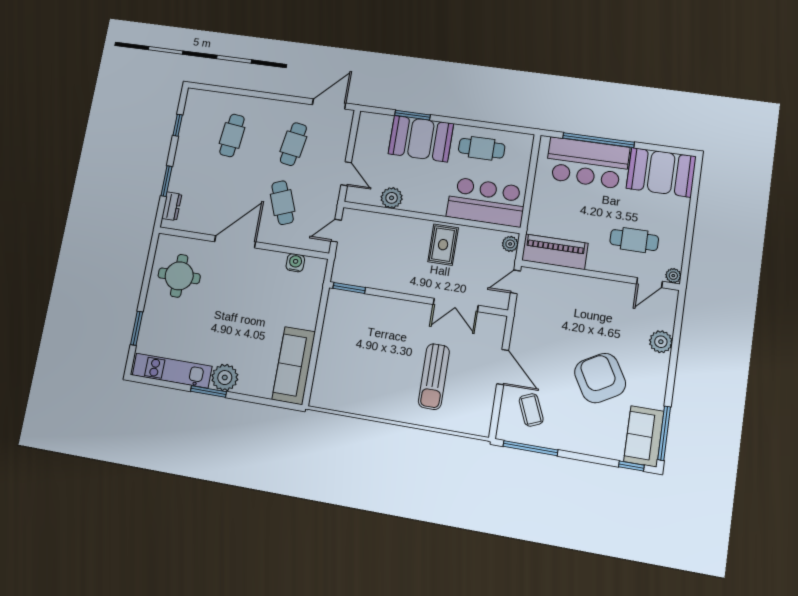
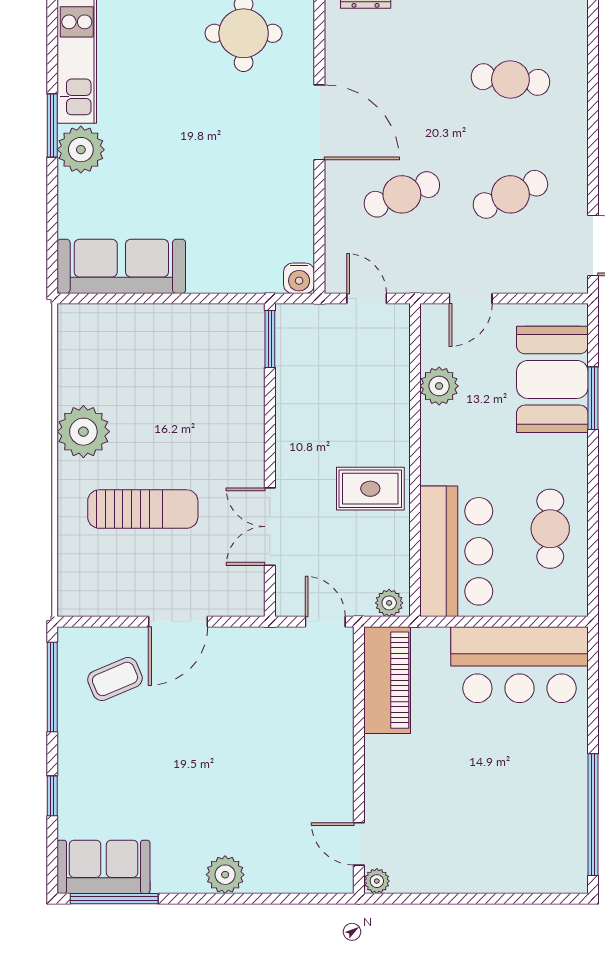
booth: (421, 139) -> (552, 379), moved
window: (598, 140) -> (593, 815), moved
cafe table: (293, 144) -> (510, 194), turned -33
bar counter: (587, 163) -> (519, 665), moved, turned -90
booth: (661, 172) -> (551, 839), removed
cafe table: (634, 240) -> (428, 809), removed
water cooler: (295, 263) -> (299, 278), moved, turned 90
plant: (661, 342) -> (225, 875), moved
sun lounger: (434, 377) -> (143, 509), turned 180
armchair: (600, 378) -> (186, 784), removed
plant: (384, 404) -> (83, 432), added
window: (631, 466) -> (52, 796), moved

